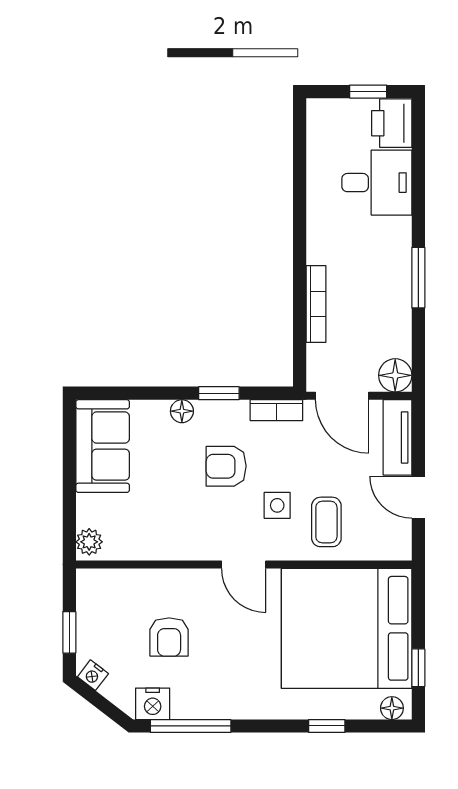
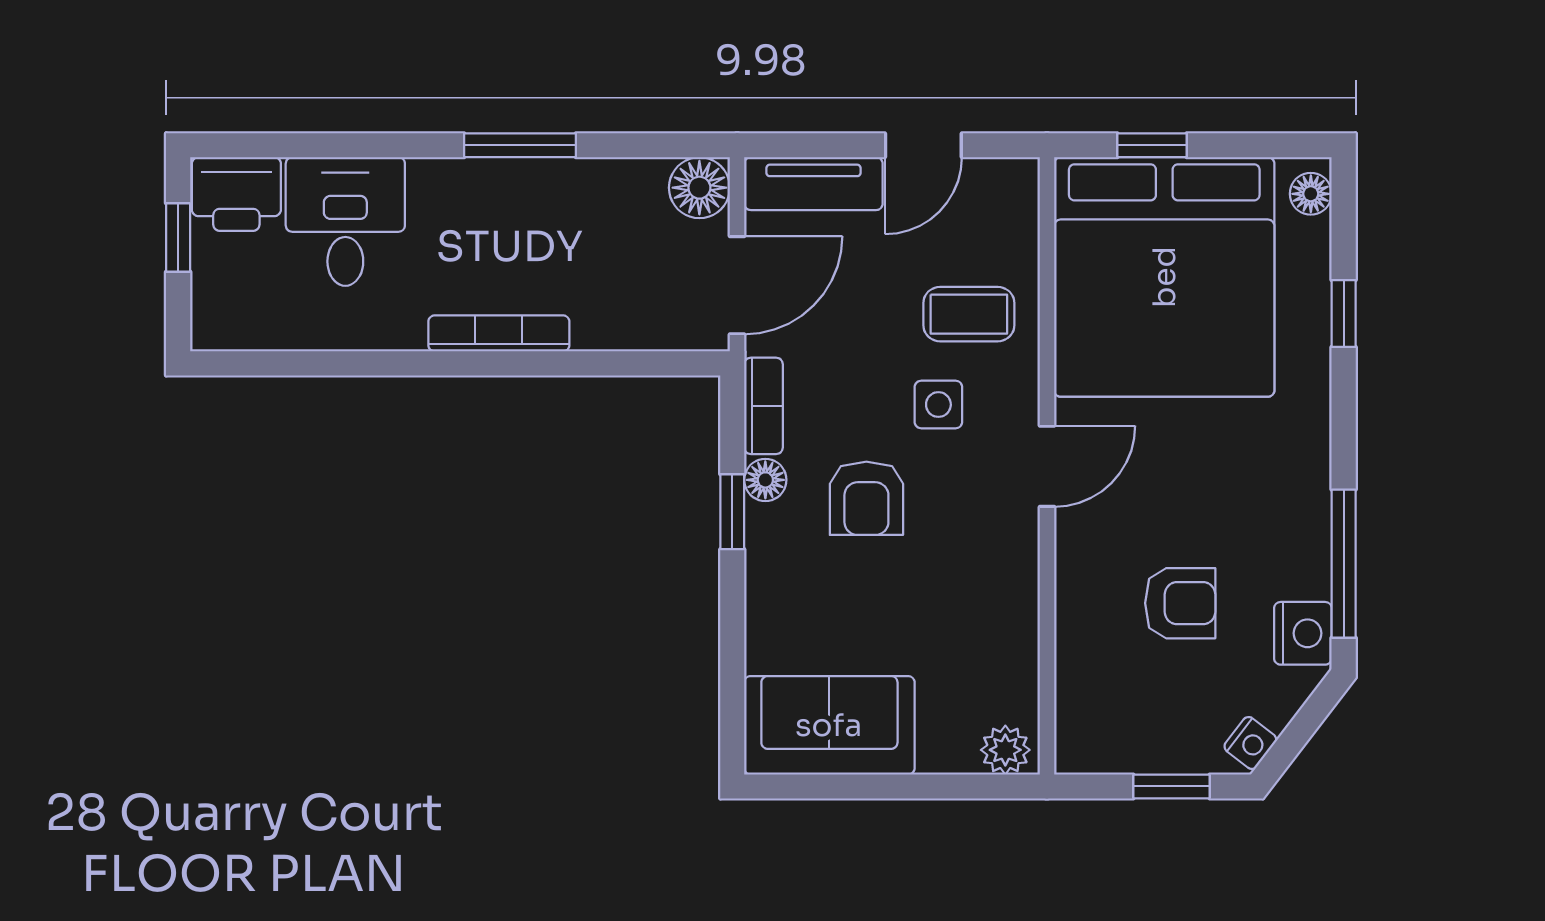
bookcase: (316, 304) -> (499, 333), moved
floor lamp: (182, 411) -> (765, 480), moved
window: (418, 668) -> (1152, 145), moved

